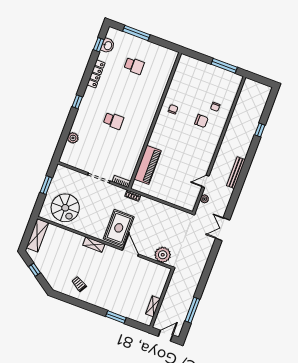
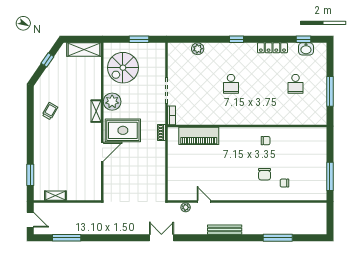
window: (136, 33) -> (330, 91), moved
window: (260, 130) -> (278, 238), width x2.17
plant: (163, 255) -> (112, 102), moved
window: (116, 317) -> (30, 175), moved

